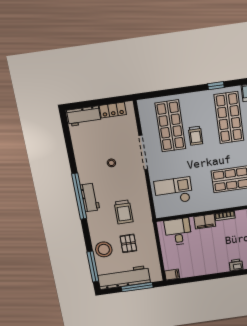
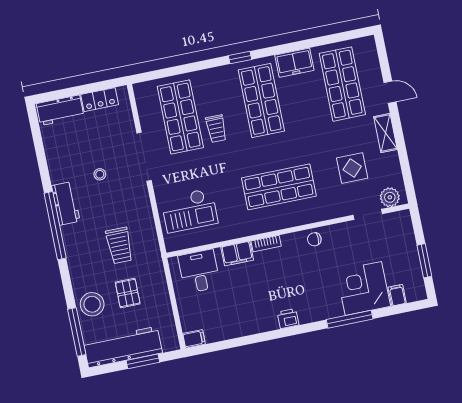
checkout: (173, 191) -> (189, 210), turned 180
workbench: (90, 197) -> (66, 203), moved
window: (137, 287) -> (143, 361), width x0.69

